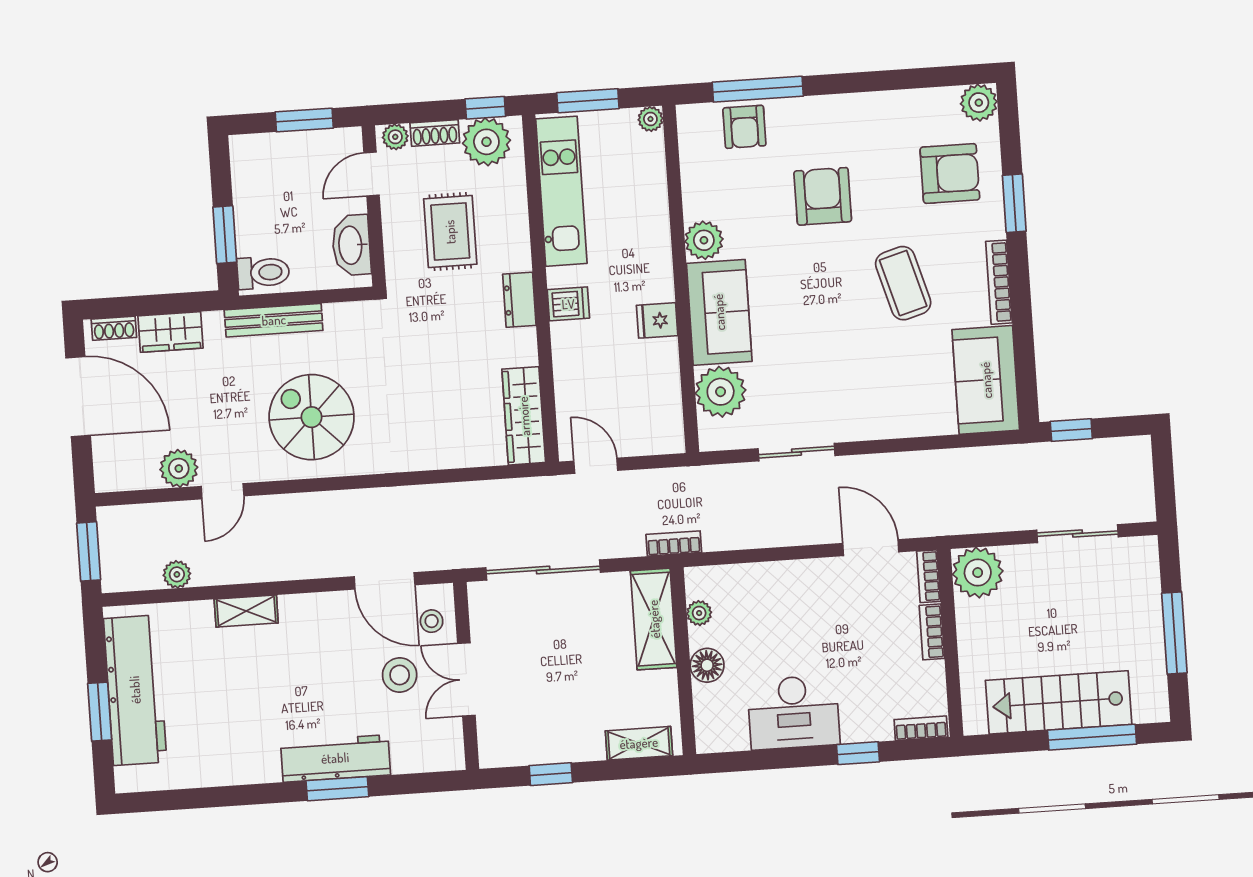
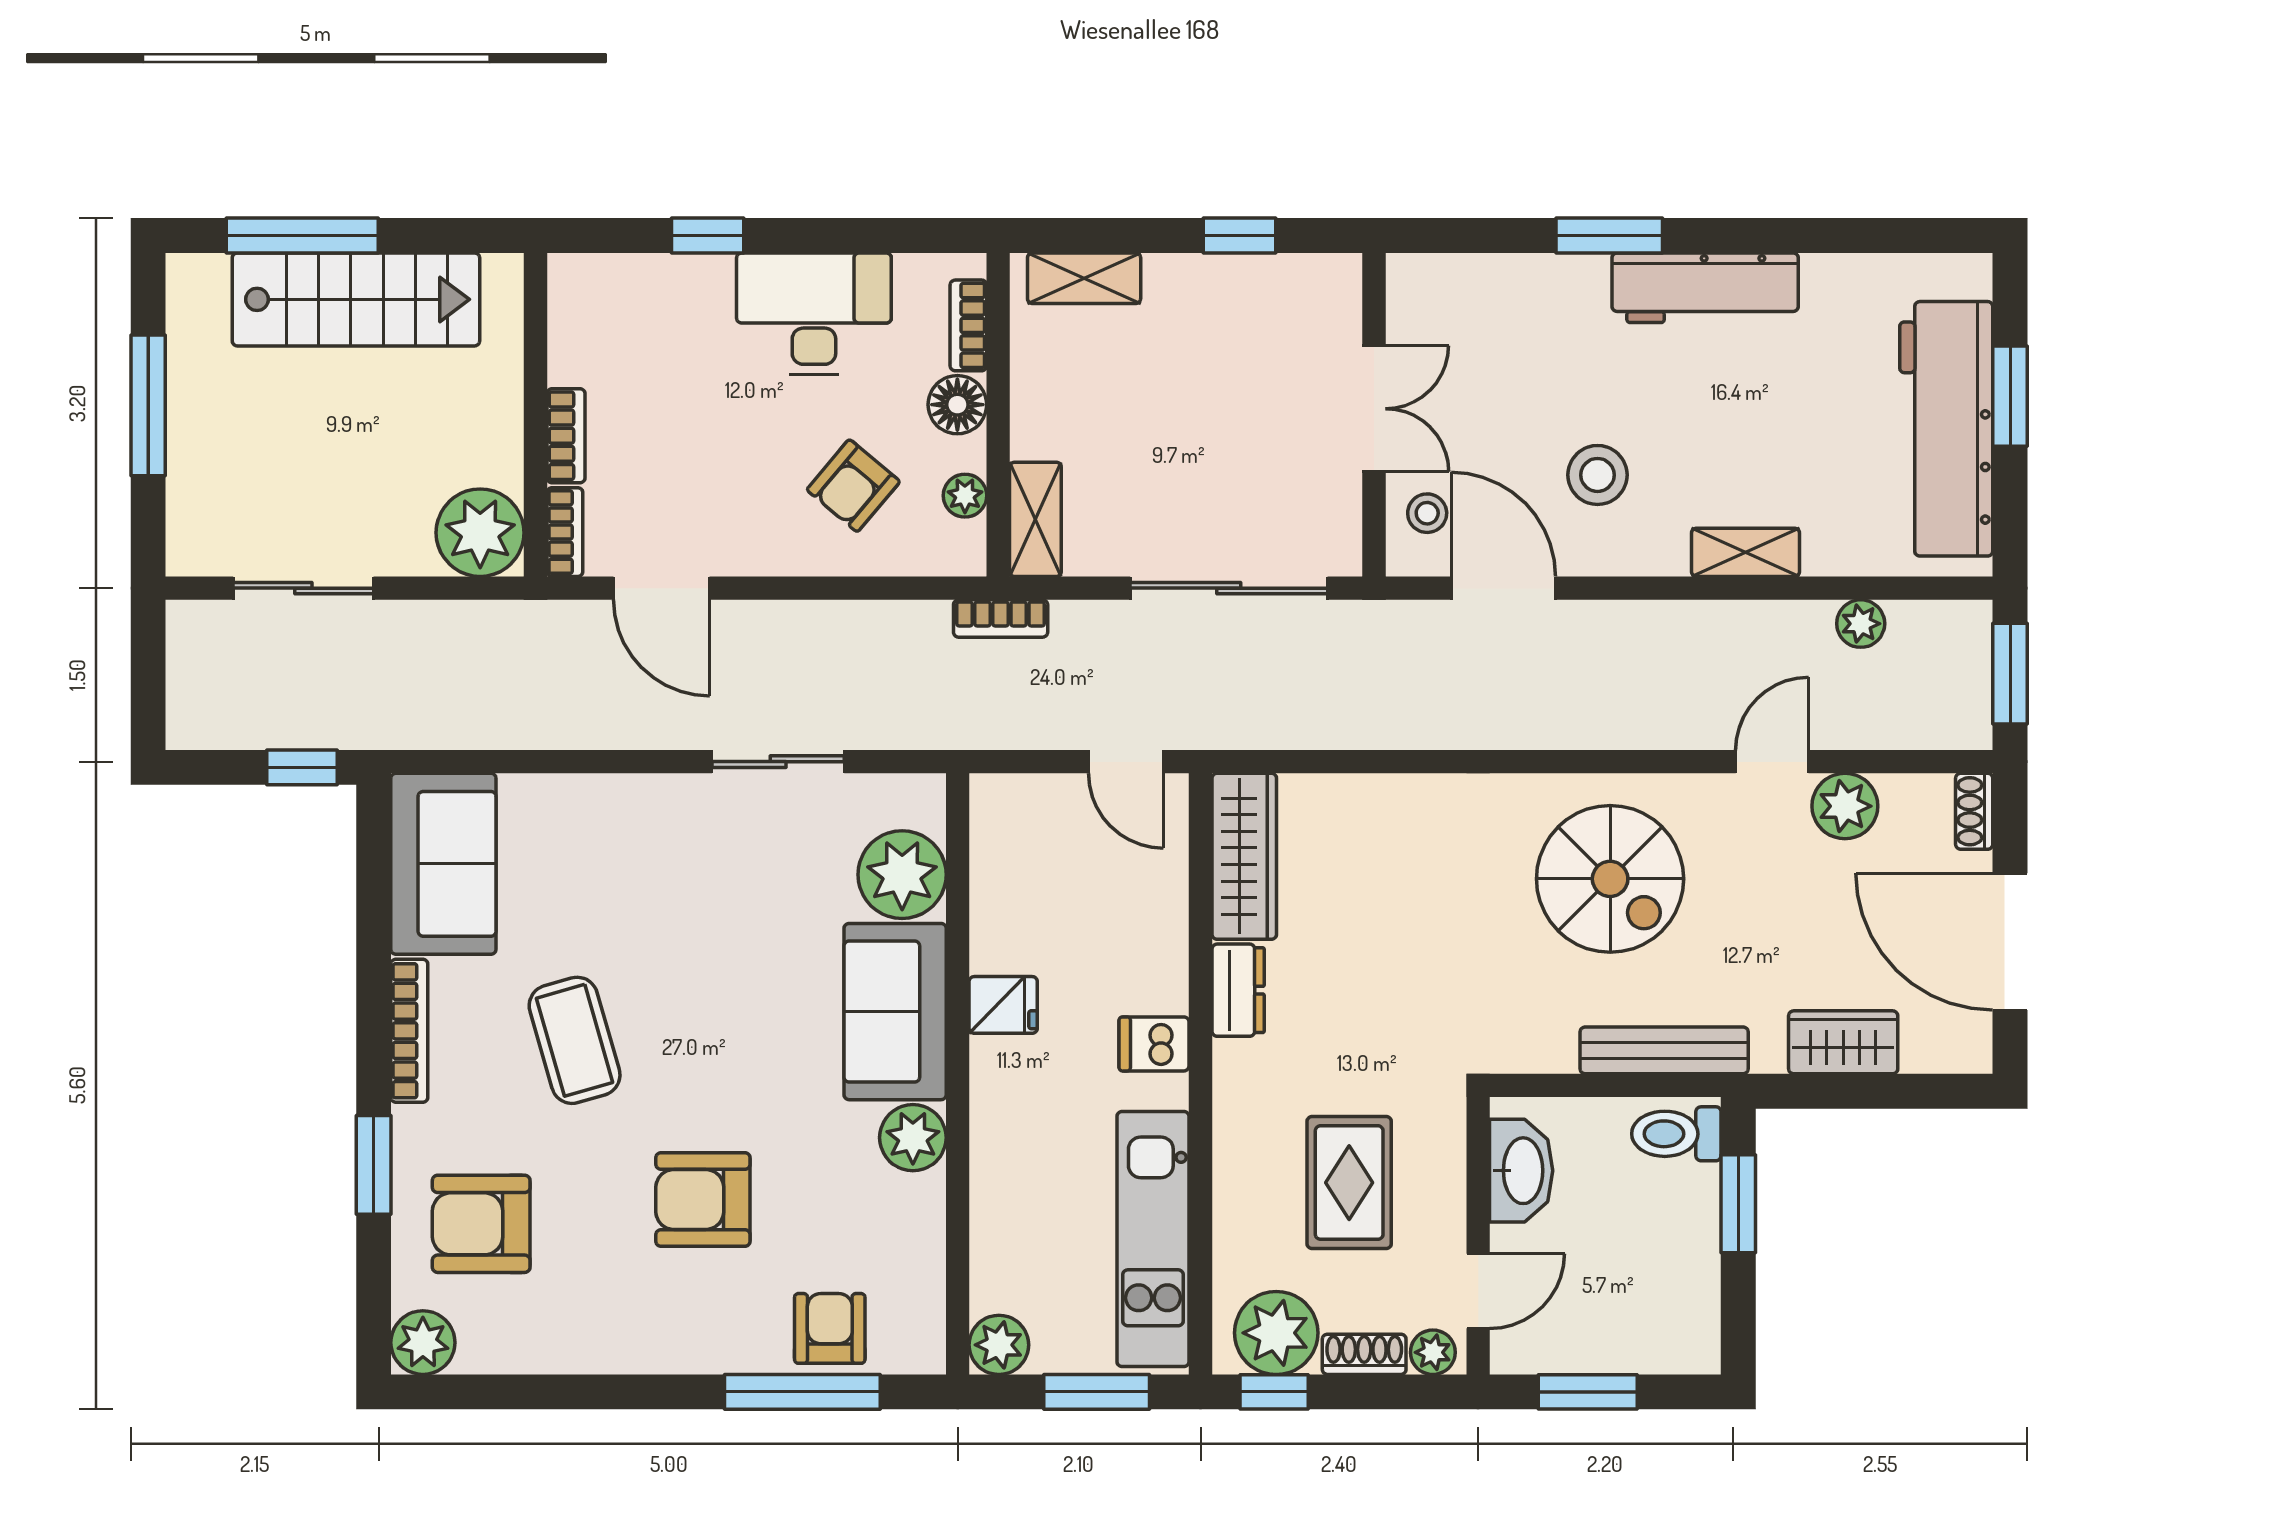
plant: (650, 119) -> (999, 1345), width x1.38, depth x1.38
armchair: (823, 196) -> (703, 1200), turned 90
dresser: (519, 300) -> (1238, 990), moved
shoe rack: (114, 328) -> (1974, 811), moved, turned -90
armchair: (764, 614) -> (853, 486), added
shelving: (654, 619) -> (1035, 519), width x0.67, depth x0.75
stool: (400, 675) -> (1597, 475), moved
bookcase: (921, 728) -> (968, 325), moved, turned 90
workbench: (335, 758) -> (1705, 288), moved

